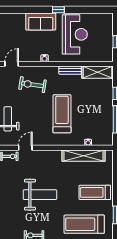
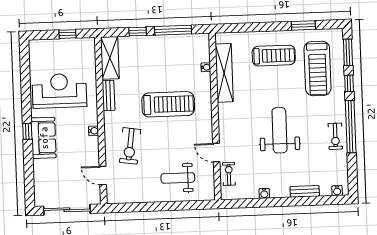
window: (58, 10) -> (27, 131), moved
treadmill: (62, 114) -> (168, 104), turned 180
treadmill: (95, 192) -> (274, 56), turned -90

